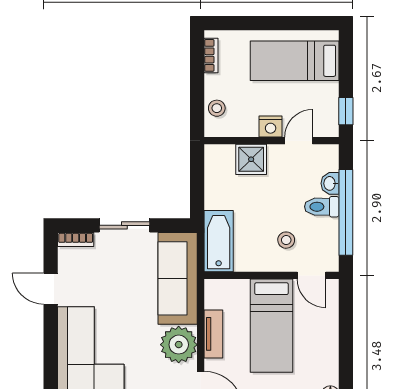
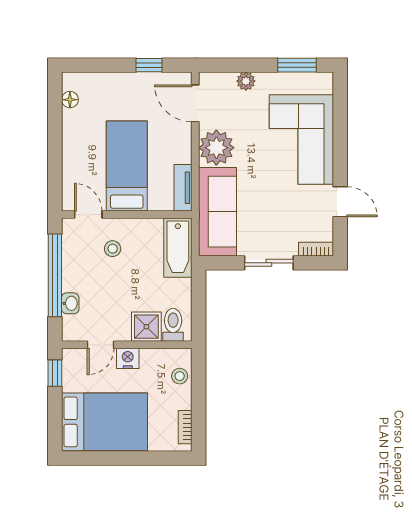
bed: (295, 61) -> (104, 422), width x1.50
toilet: (322, 207) -> (173, 325), moved, turned -90
tv unit: (213, 334) -> (183, 188), moved

